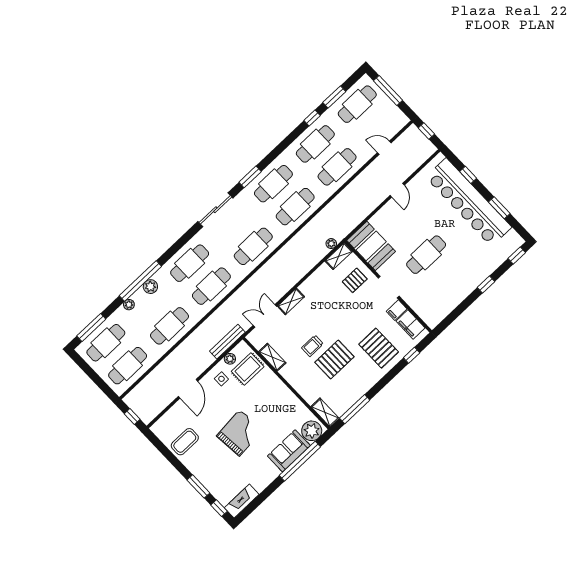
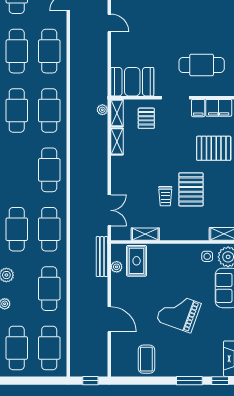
cafe table: (426, 255) -> (202, 65), moved, turned 90
shelving: (291, 301) -> (117, 141), moved
double door: (265, 316) -> (109, 210), swing flipped
side table: (221, 379) -> (207, 256), moved
grand piano: (240, 433) -> (179, 312), turned -65

